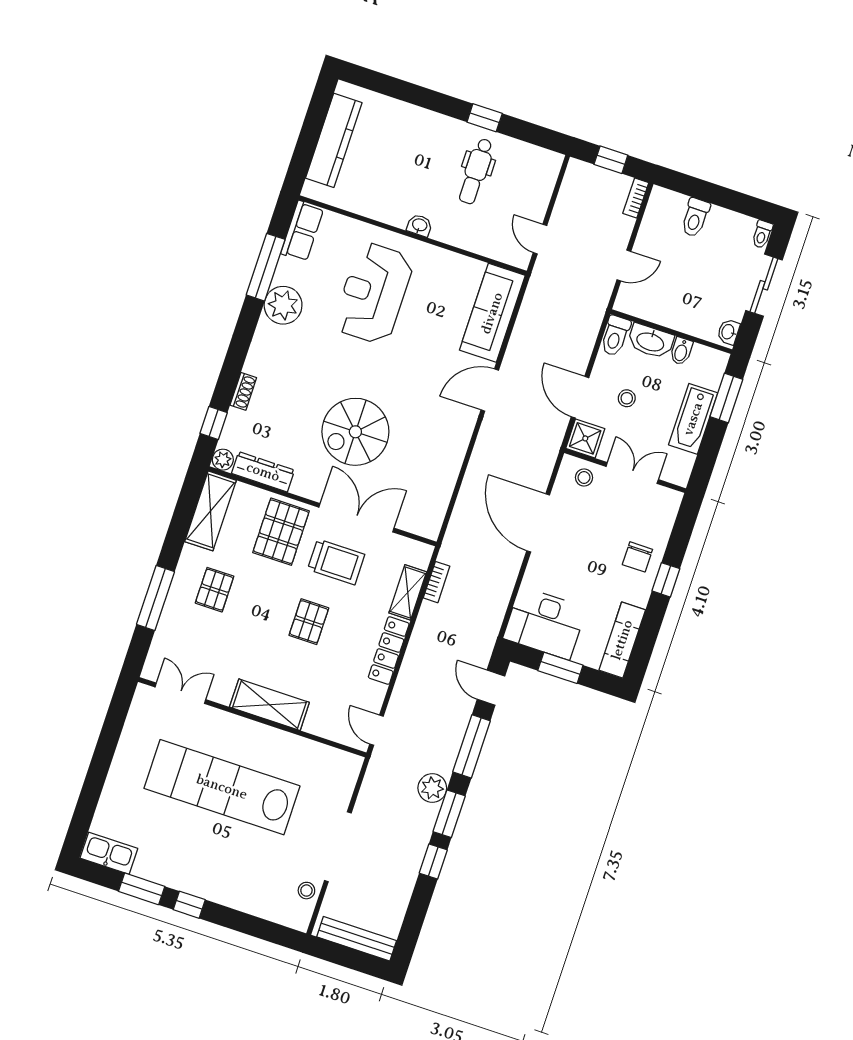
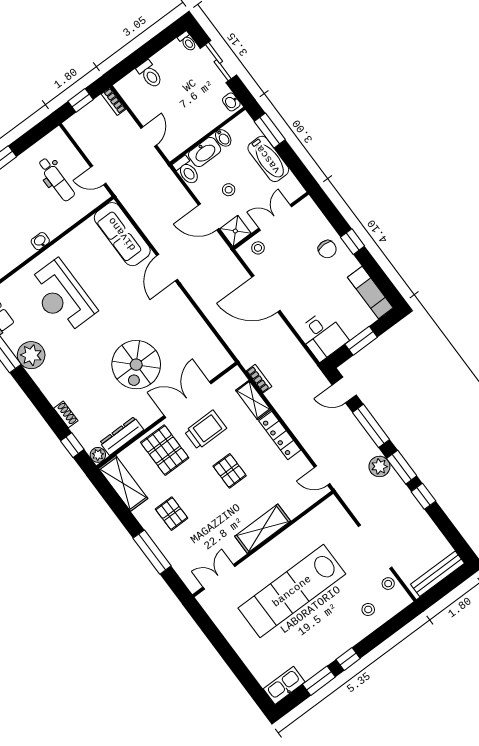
dental chair: (476, 171) -> (56, 179), moved
desk: (545, 623) -> (323, 336), width x0.73
stool: (261, 888) -> (368, 609), added

